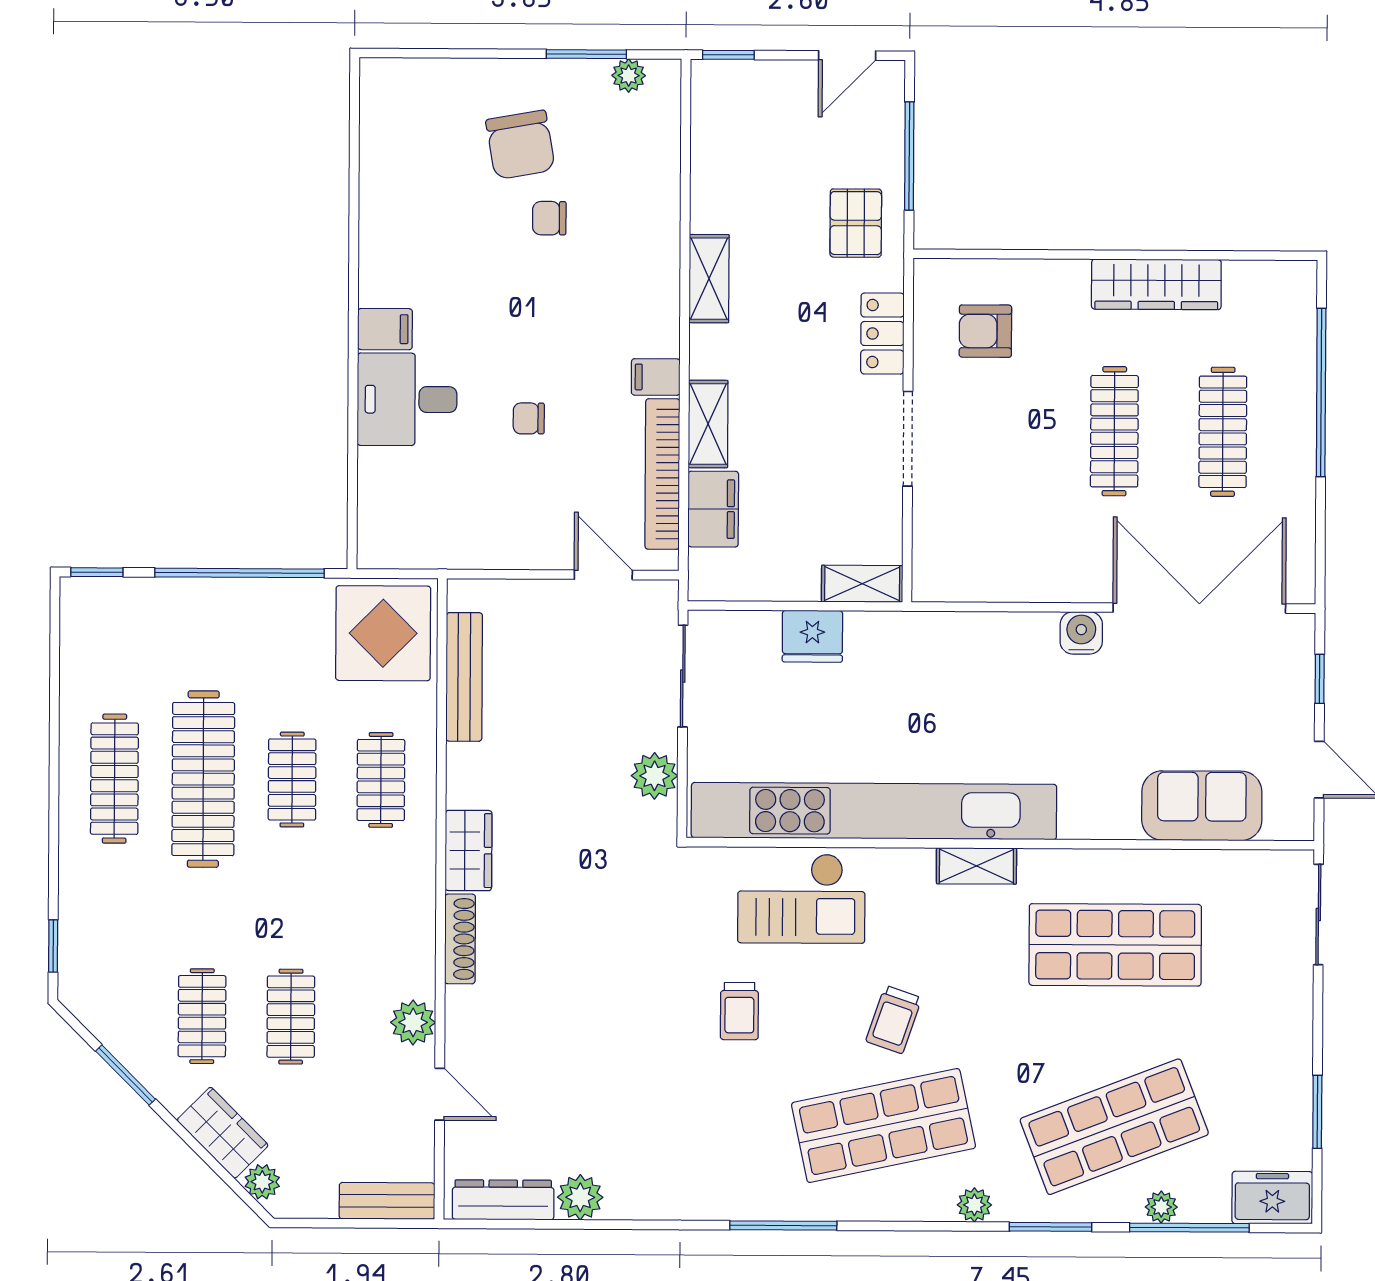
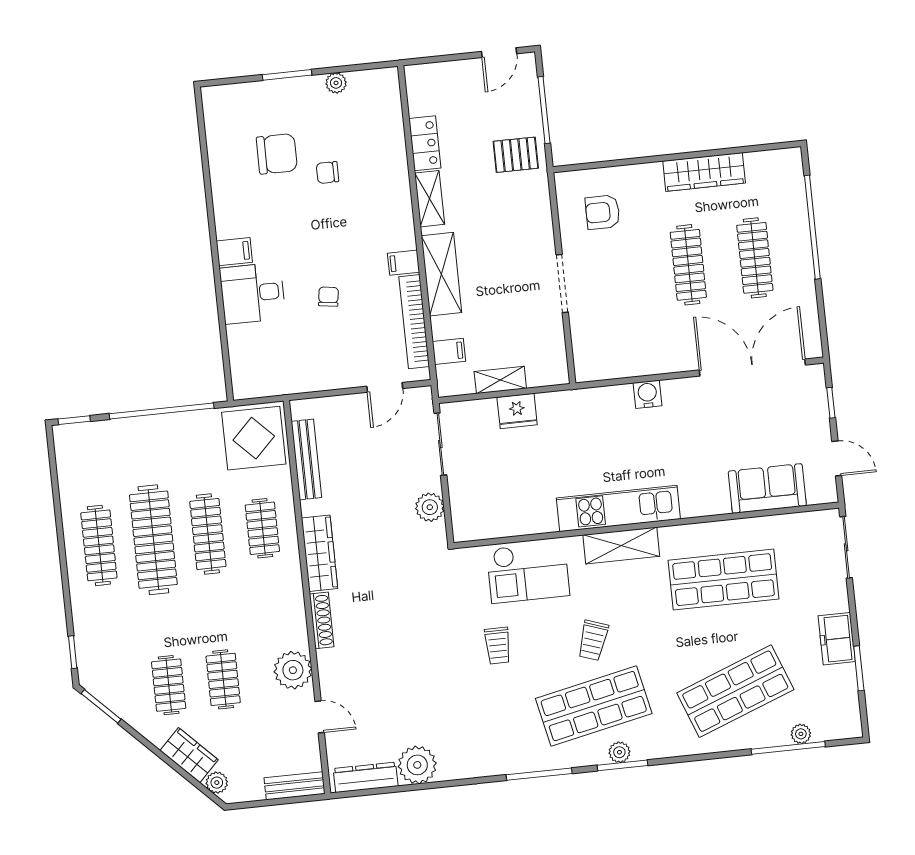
window: (586, 54) -> (287, 75), moved
window: (728, 55) -> (426, 60), removed
plant: (629, 76) -> (336, 83), moved
chair: (520, 145) -> (277, 154), moved, turned -80
pallet: (856, 223) -> (516, 155), turned 90
locker: (882, 334) -> (425, 143), moved, turned 180
chair: (529, 418) -> (328, 297), turned 98
shelving: (708, 424) -> (441, 274), width x1.50, depth x1.33
filing cabinet: (713, 509) -> (449, 351), width x0.50
door: (603, 575) -> (385, 387), swing flipped
shelving: (862, 584) -> (500, 380), moved
water cooler: (1081, 633) -> (647, 394), moved
clothes rail: (292, 780) -> (208, 534), width x1.36
kitchen unit: (874, 811) -> (618, 508), width x0.54
wardrobe: (468, 850) -> (320, 553), width x1.50
shelving: (976, 866) -> (621, 546), width x1.50, depth x1.33
plant: (413, 1022) -> (293, 670), width x1.36, depth x1.36
window: (126, 1075) -> (101, 706), moved
plant: (580, 1197) -> (417, 765), width x1.36, depth x1.36
freezer: (1272, 1198) -> (837, 639), moved, turned -90
plant: (974, 1205) -> (619, 752), moved
plant: (1161, 1207) -> (801, 734), moved
window: (1051, 1227) -> (623, 765), moved

